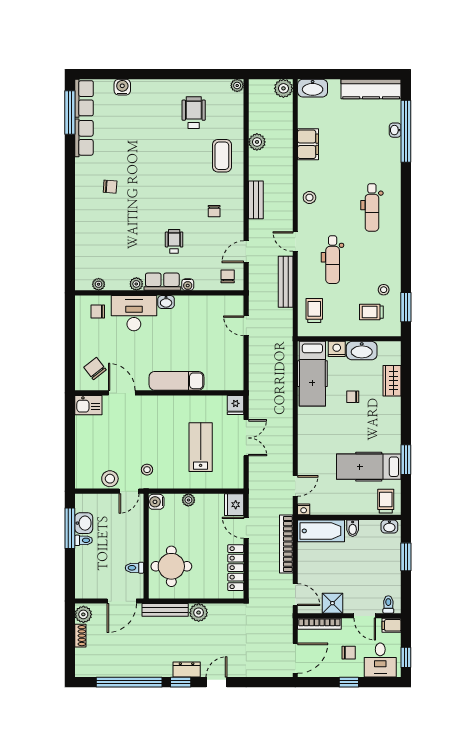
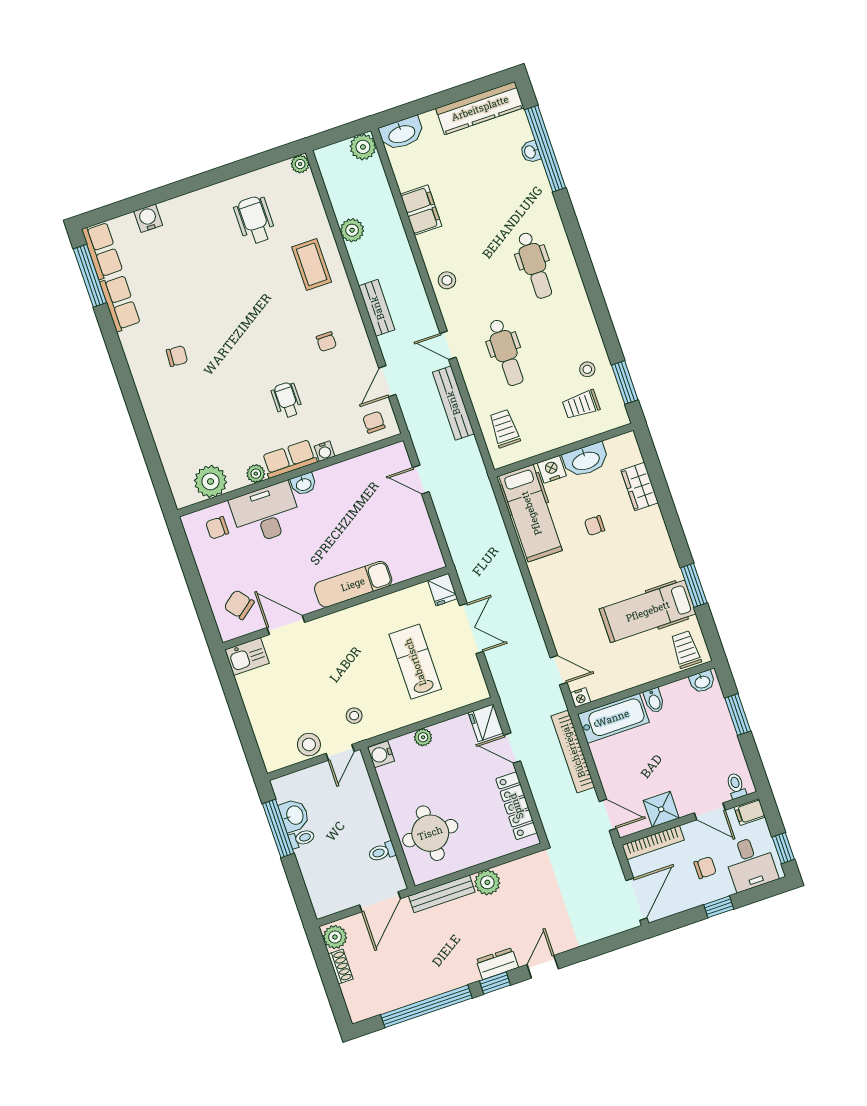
plant: (99, 284) -> (211, 481), width x1.88, depth x1.88
door: (295, 486) -> (559, 670), hinge flipped

